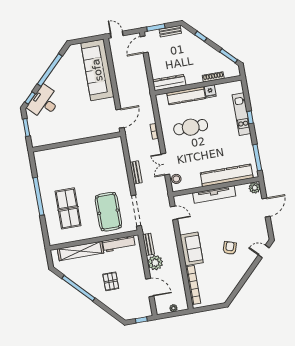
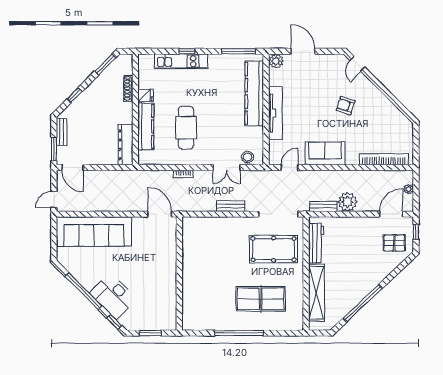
desk: (44, 102) -> (113, 296), moved
sofa: (192, 249) -> (325, 153), moved
pallet: (111, 281) -> (394, 243), moved
door: (150, 288) -> (391, 214), moved

